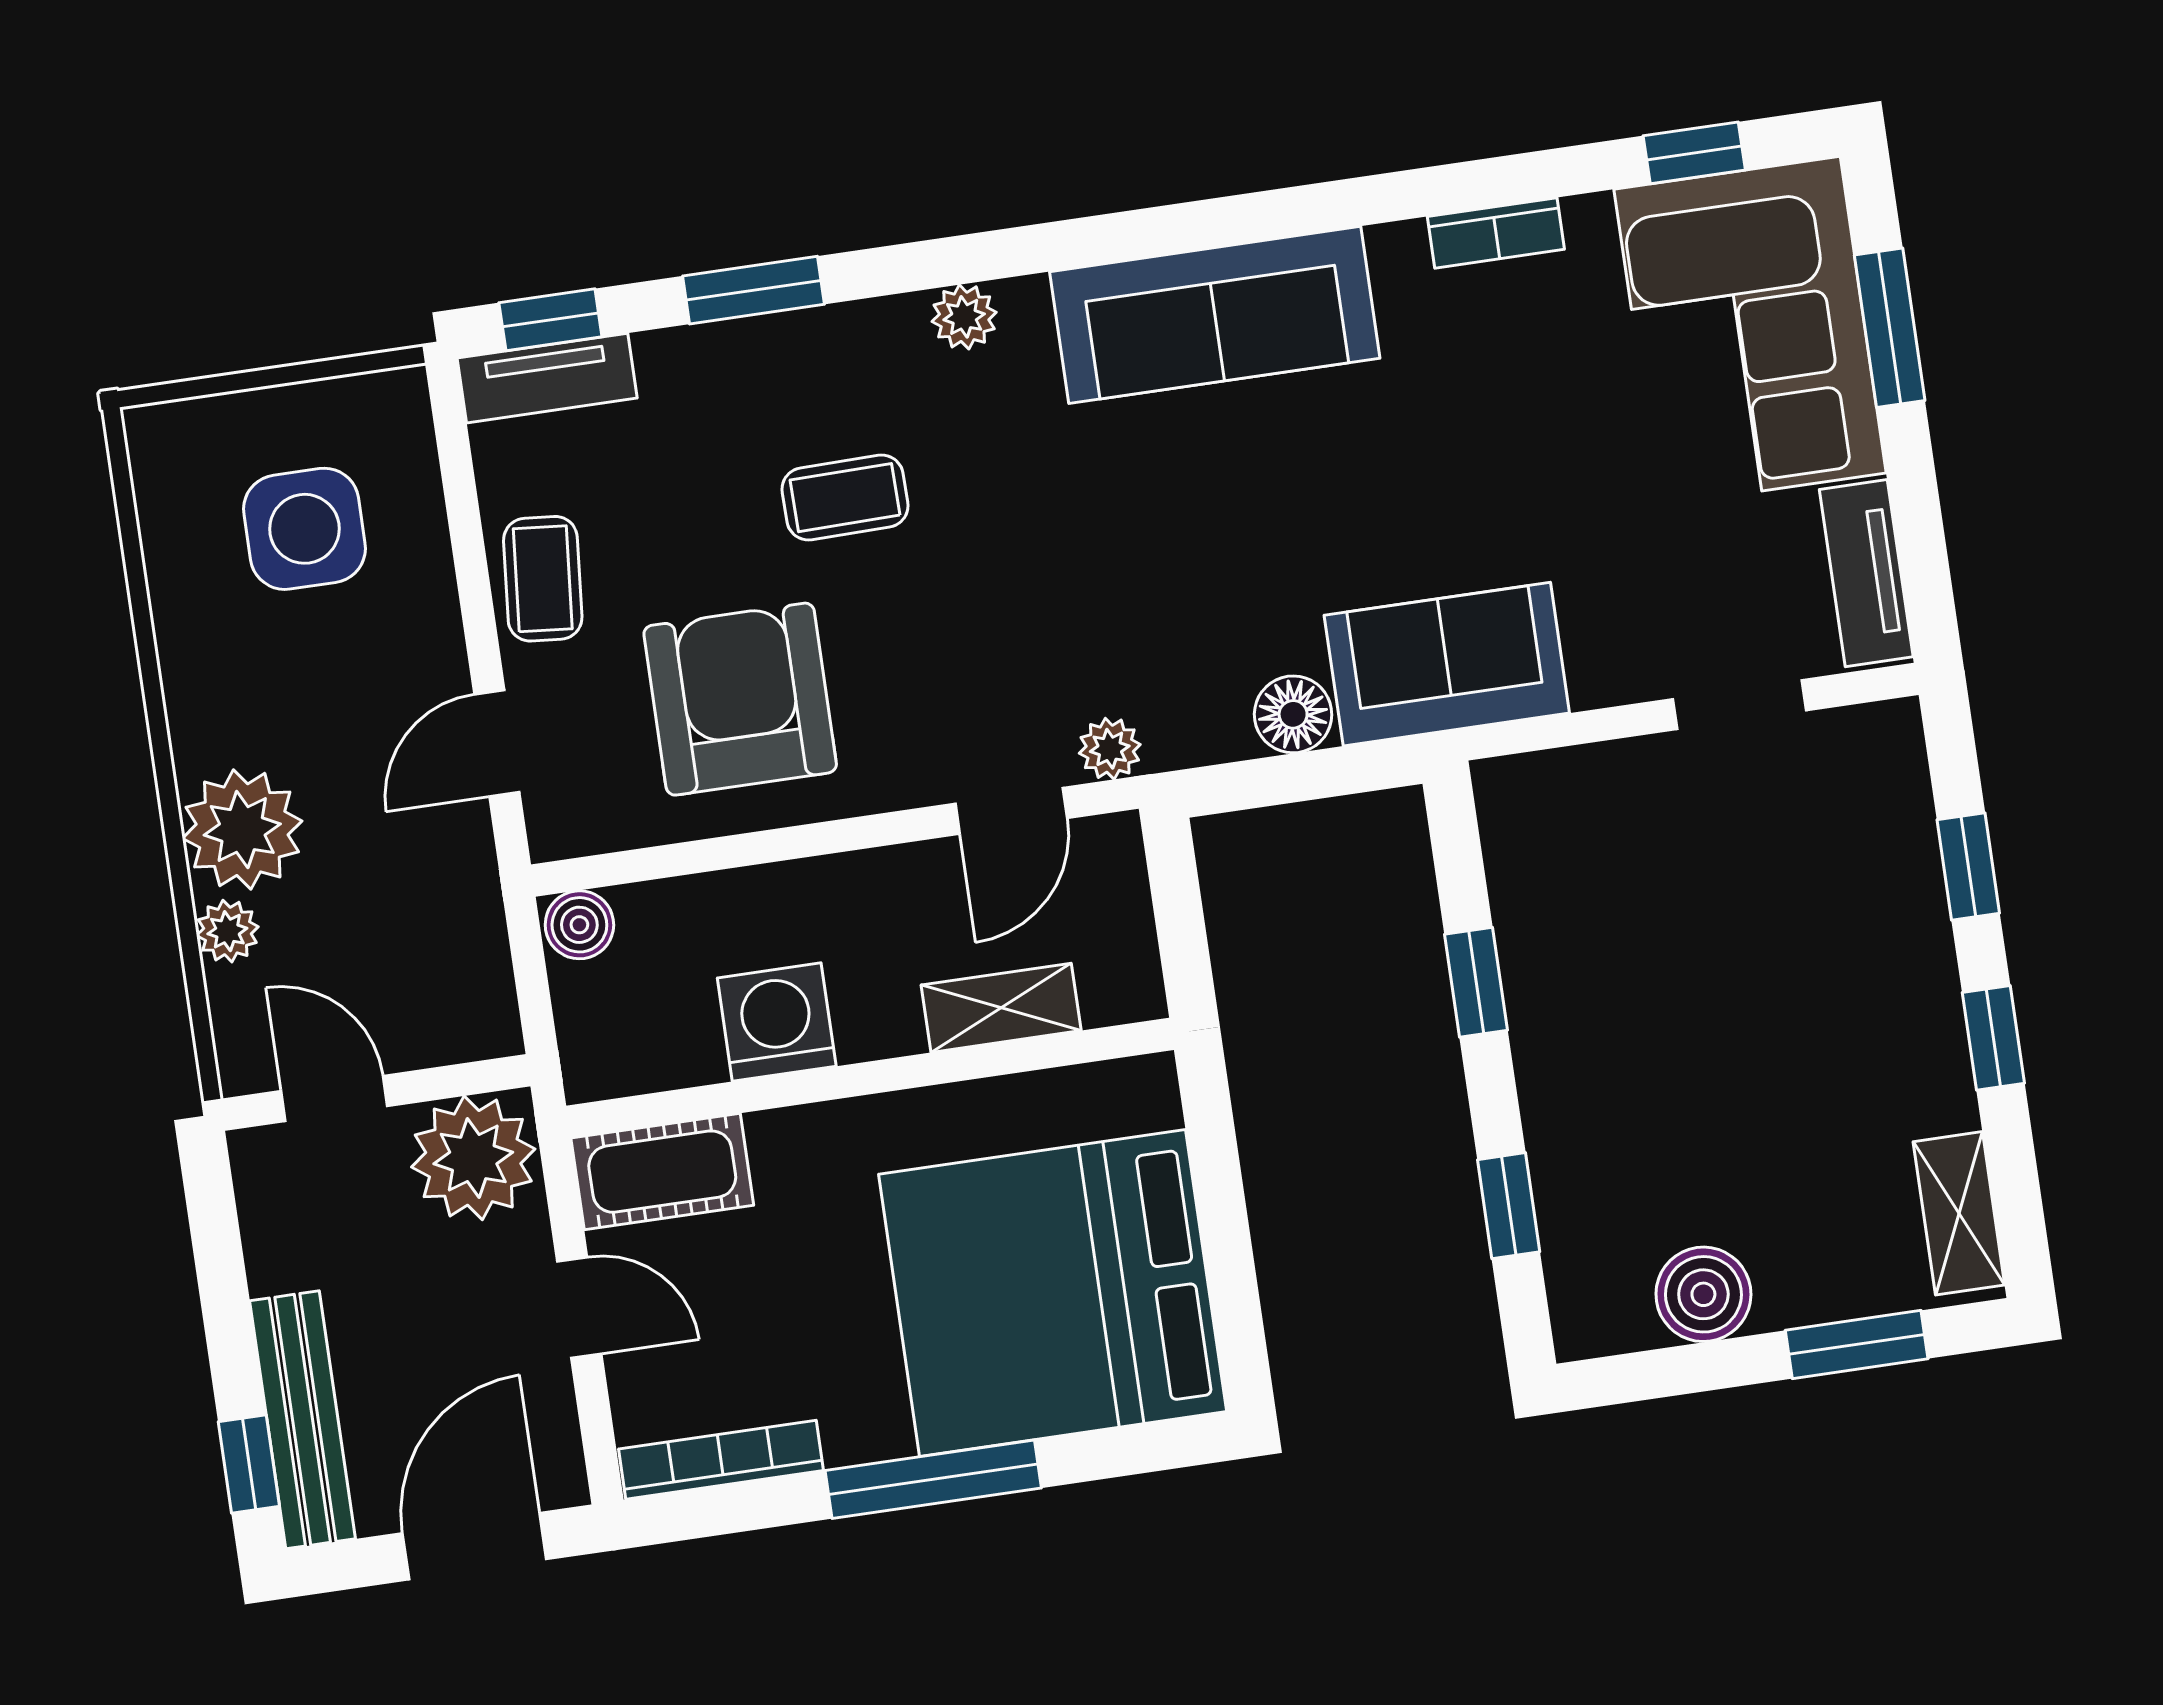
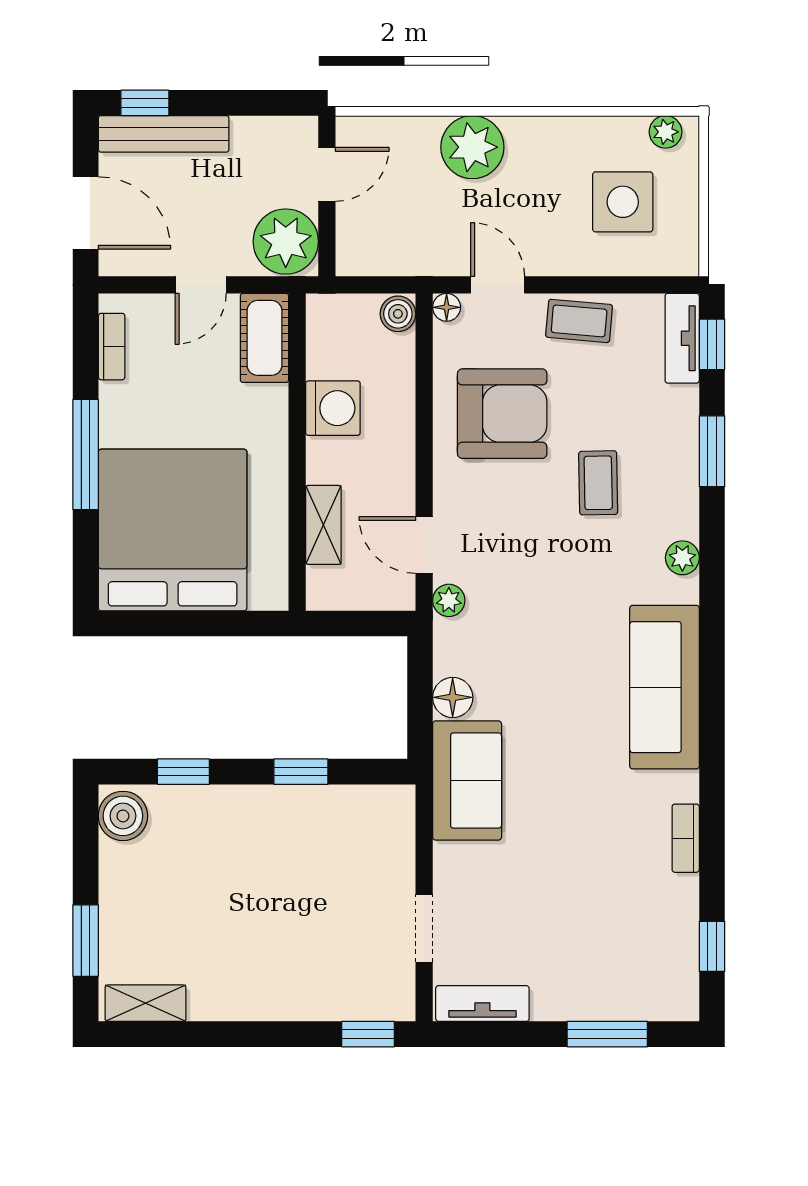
corner sofa: (1750, 331) -> (616, 962), removed
floor lamp: (554, 834) -> (447, 307), added
window: (1968, 867) -> (368, 1034), moved
plant: (227, 931) -> (666, 132), moved
window: (1993, 1038) -> (233, 1034), removed
boiler: (1703, 1294) -> (123, 816), moved
bookcase: (721, 1460) -> (112, 347), width x0.64

